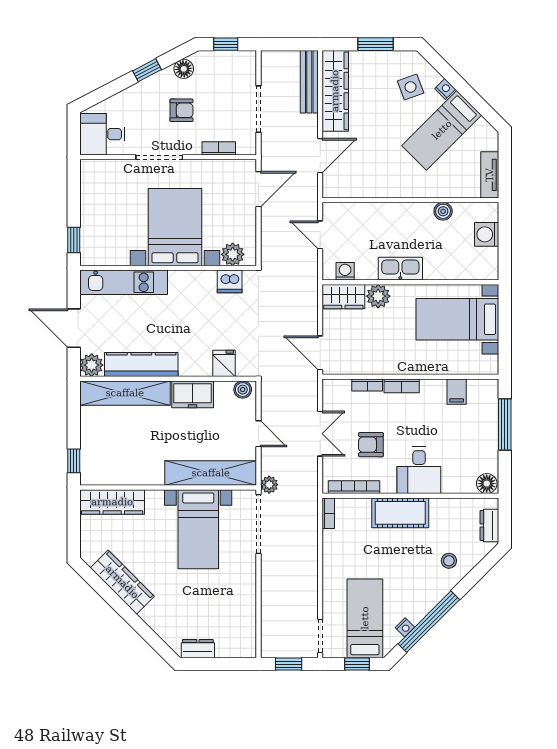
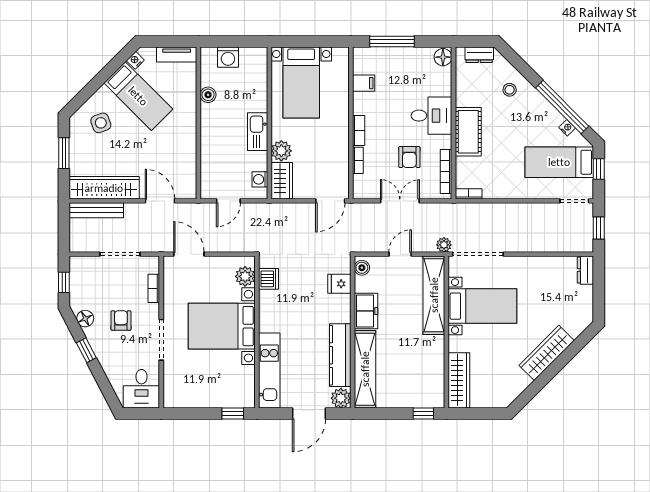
nightstand: (445, 89) -> (135, 60), moved
wardrobe: (122, 582) -> (547, 353), moved
dresser: (198, 649) -> (585, 270), moved

